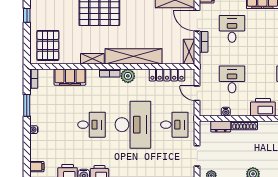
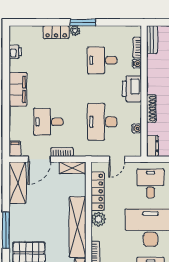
plant: (128, 76) -> (98, 219), moved
desk: (232, 79) -> (102, 122), width x1.37
dresser: (221, 126) -> (152, 146), moved

